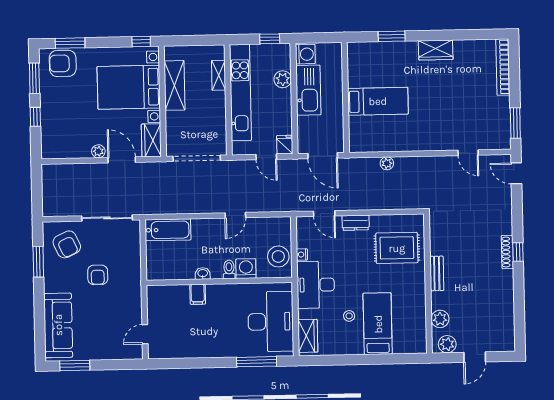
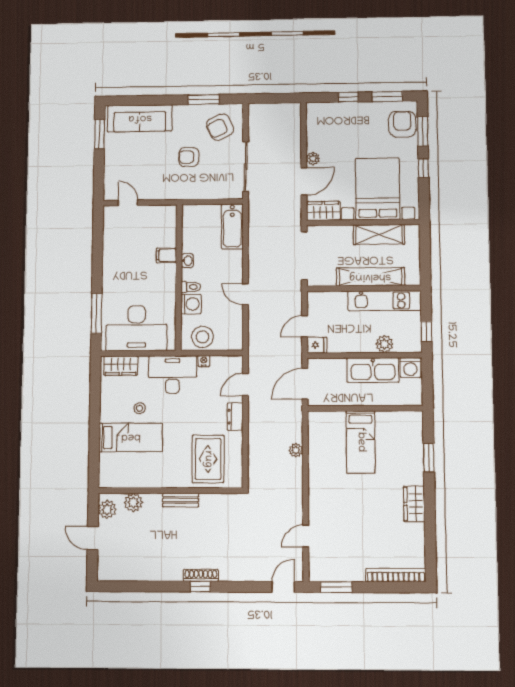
window: (141, 42) -> (423, 168), moved
shelving: (219, 75) -> (370, 277), width x2.20, depth x1.33
kitchen unit: (241, 92) -> (384, 301), width x0.73

